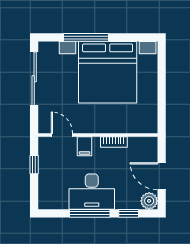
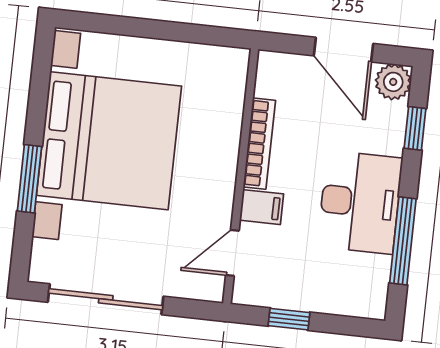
window: (86, 37) -> (29, 179), width x0.69
bookcase: (114, 142) -> (259, 144), width x1.56
door: (162, 176) -> (343, 50), hinge flipped
window: (90, 213) -> (403, 241), moved

